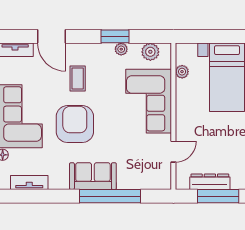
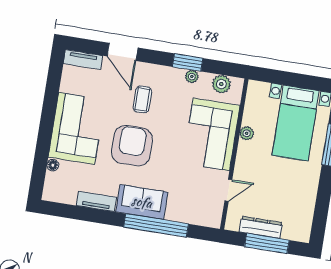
plant: (182, 72) -> (247, 133), moved
tv unit: (29, 182) -> (96, 201), moved

